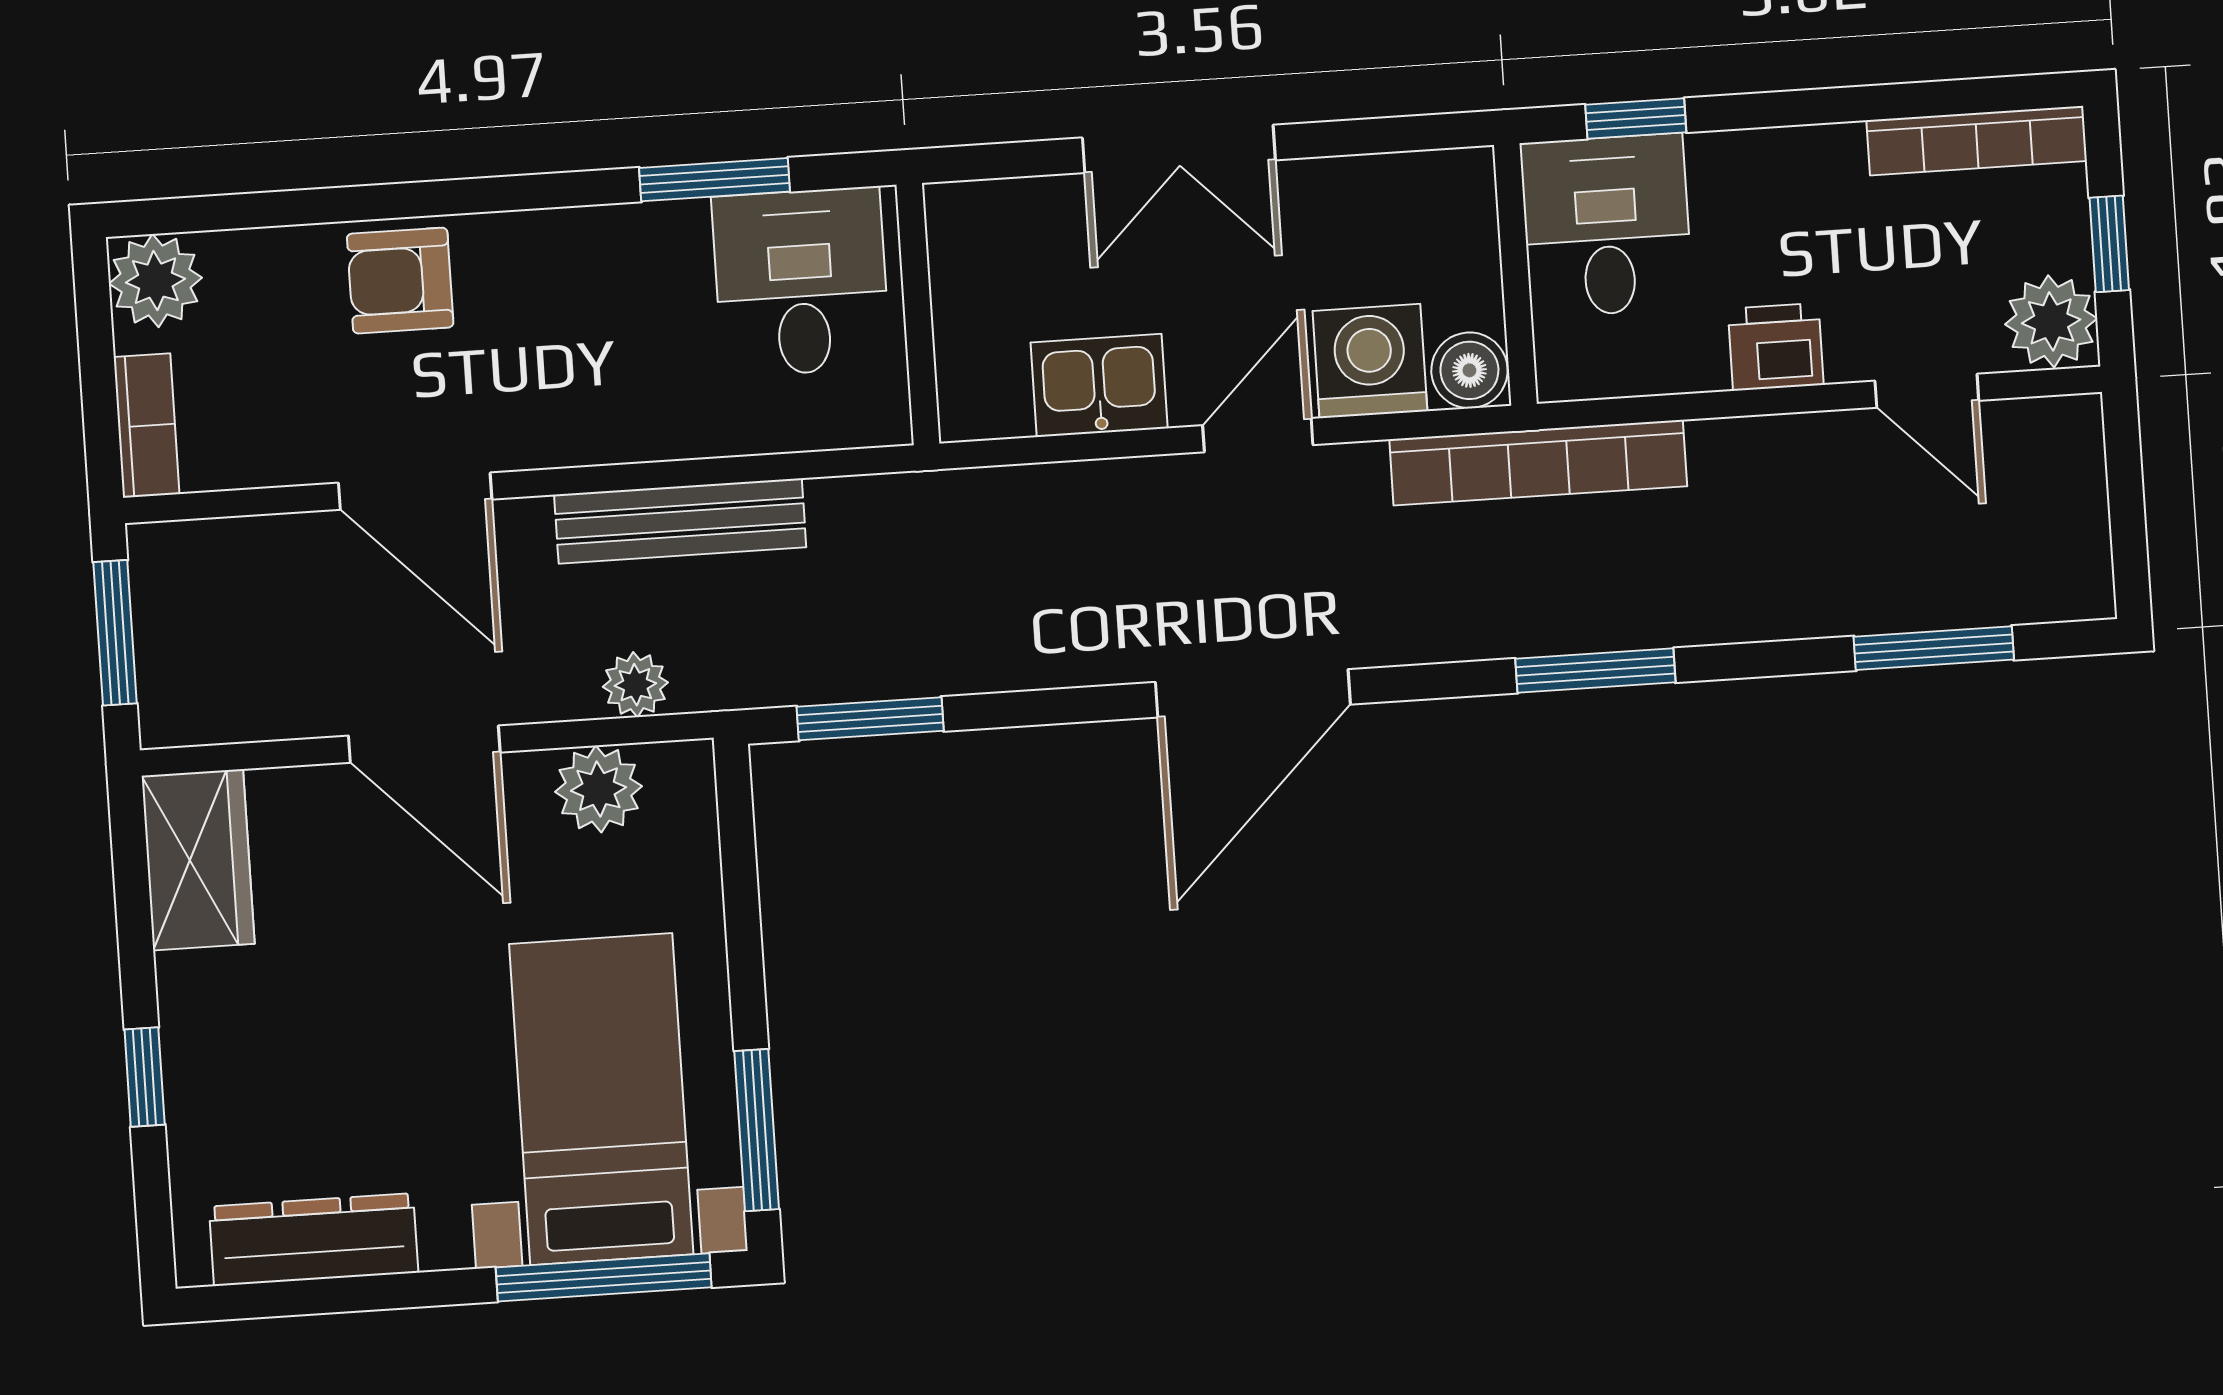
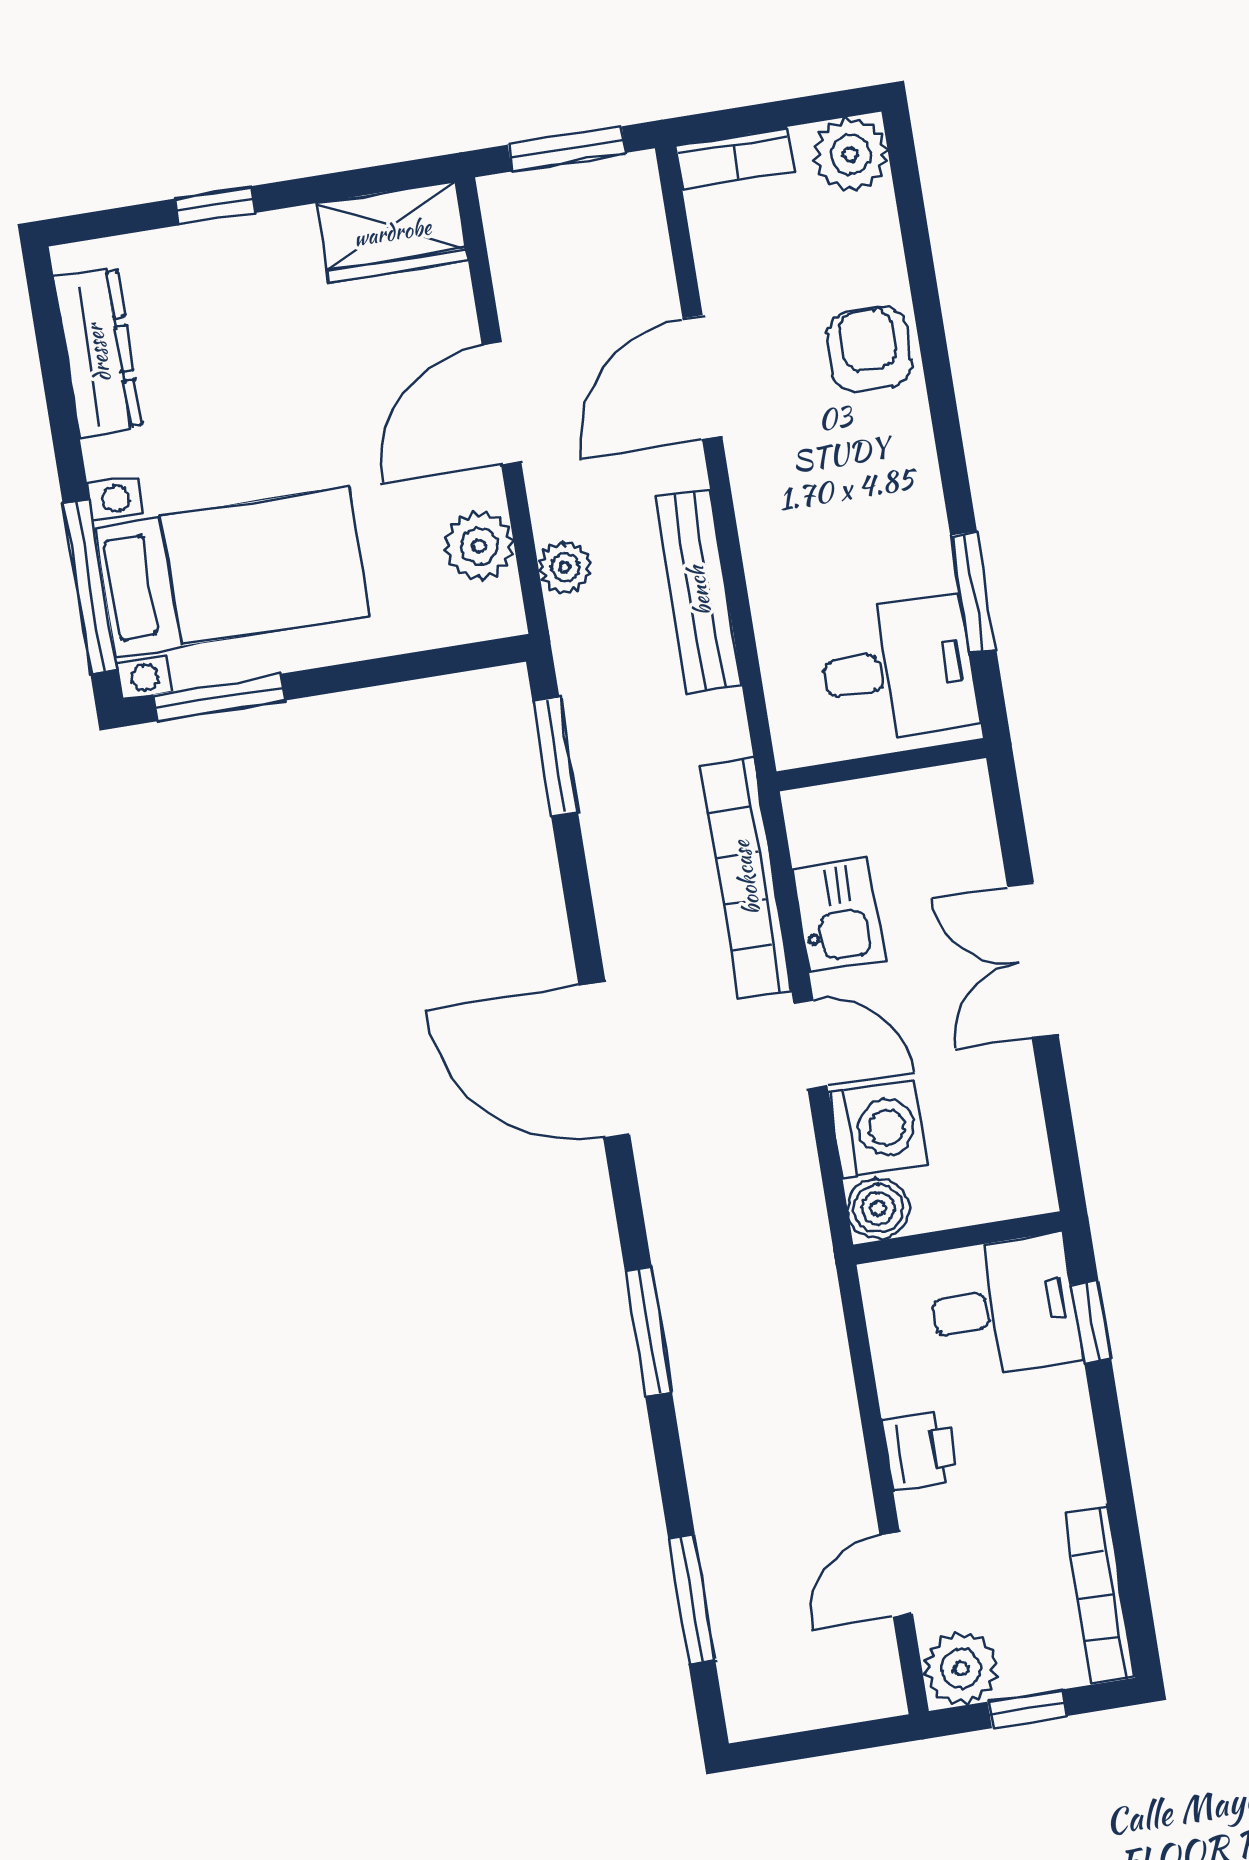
bookcase: (1538, 463) -> (746, 878), moved

